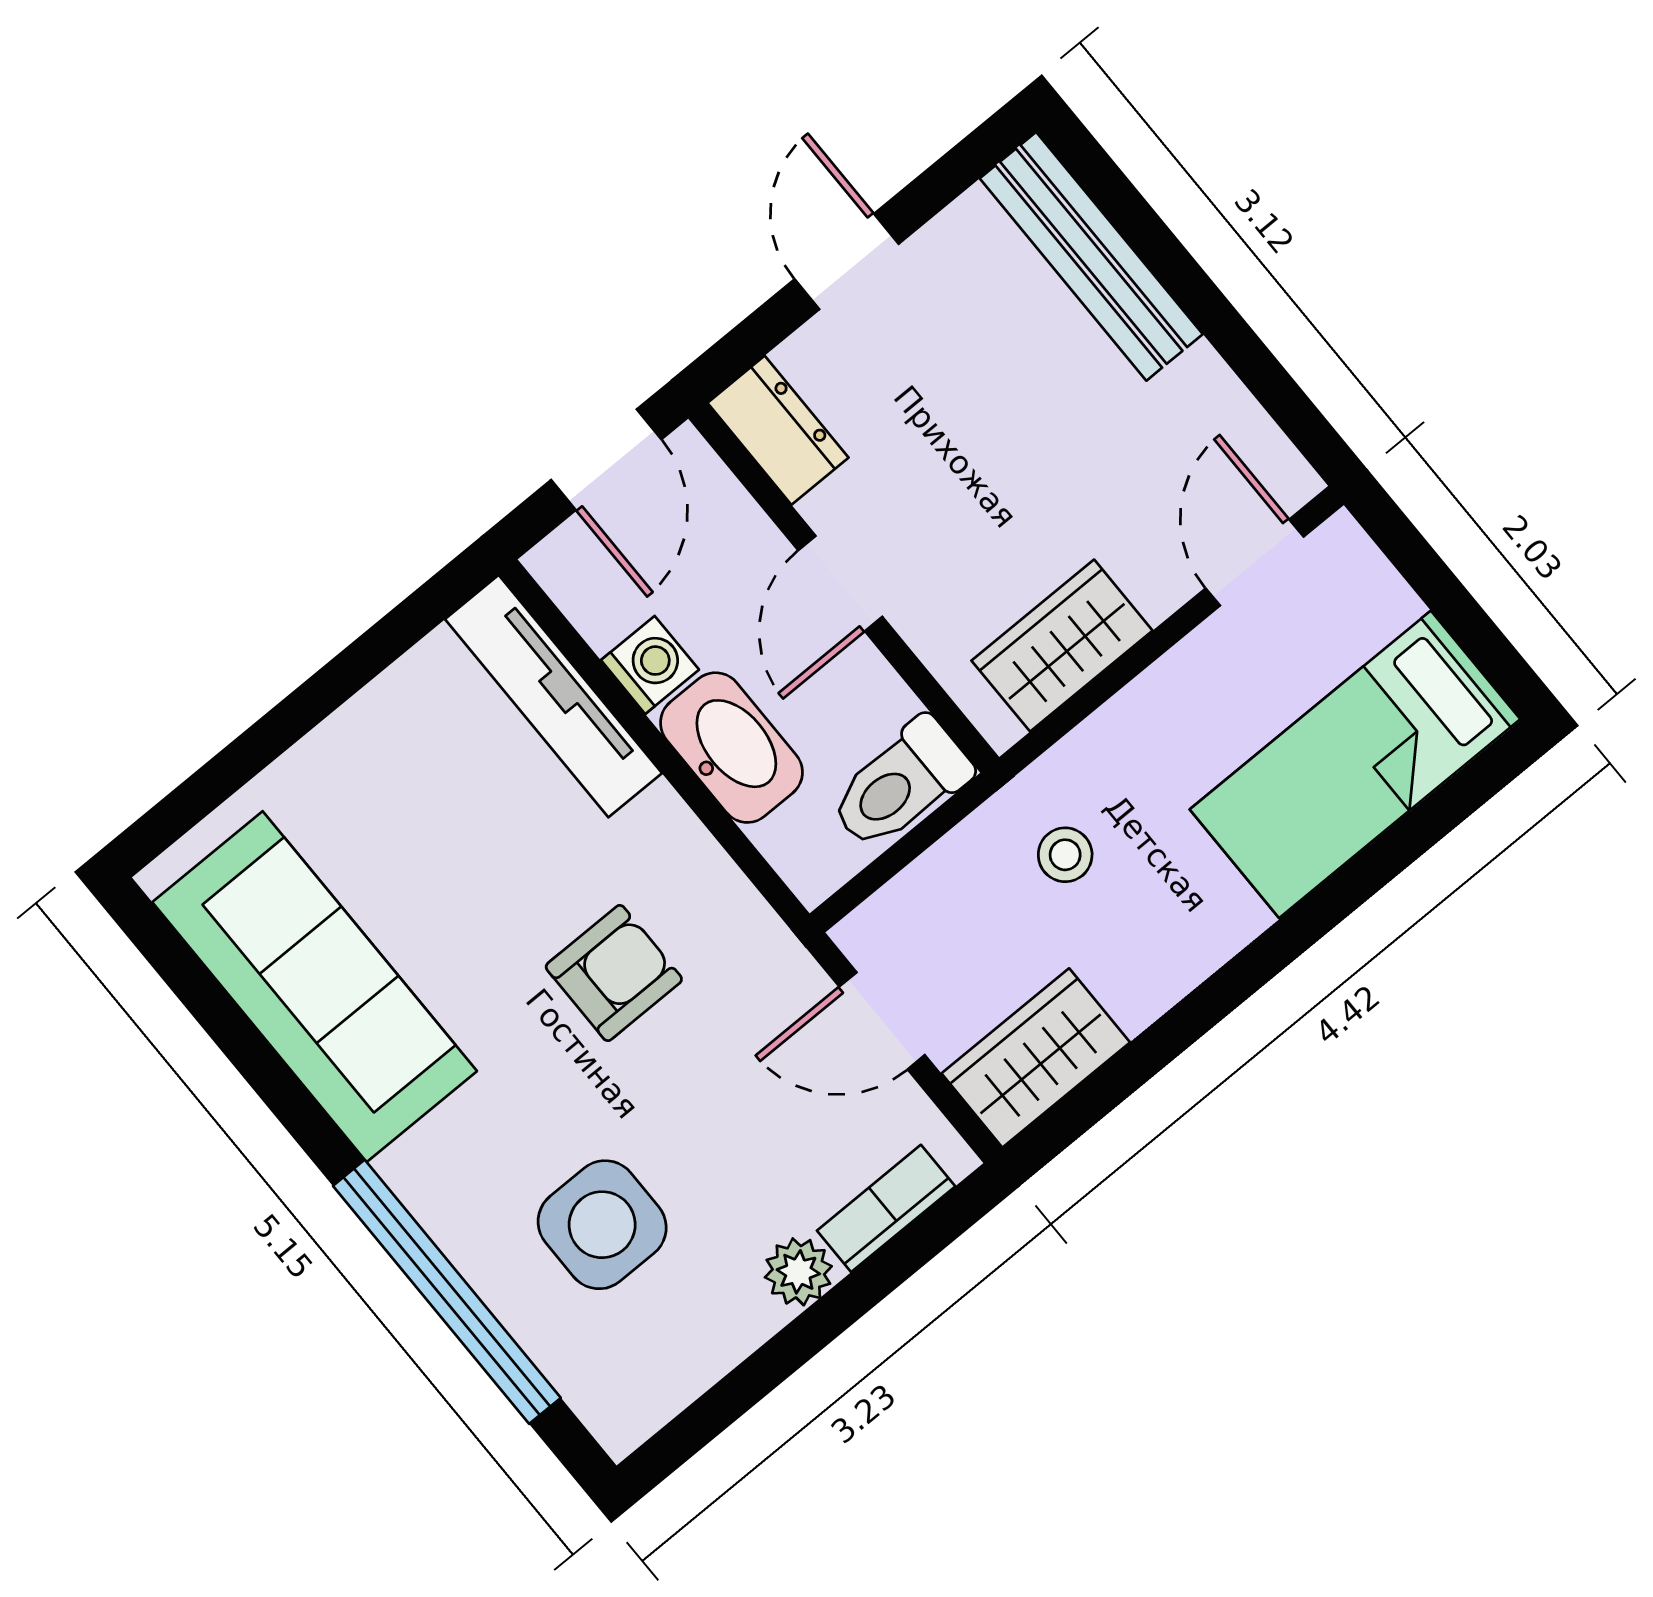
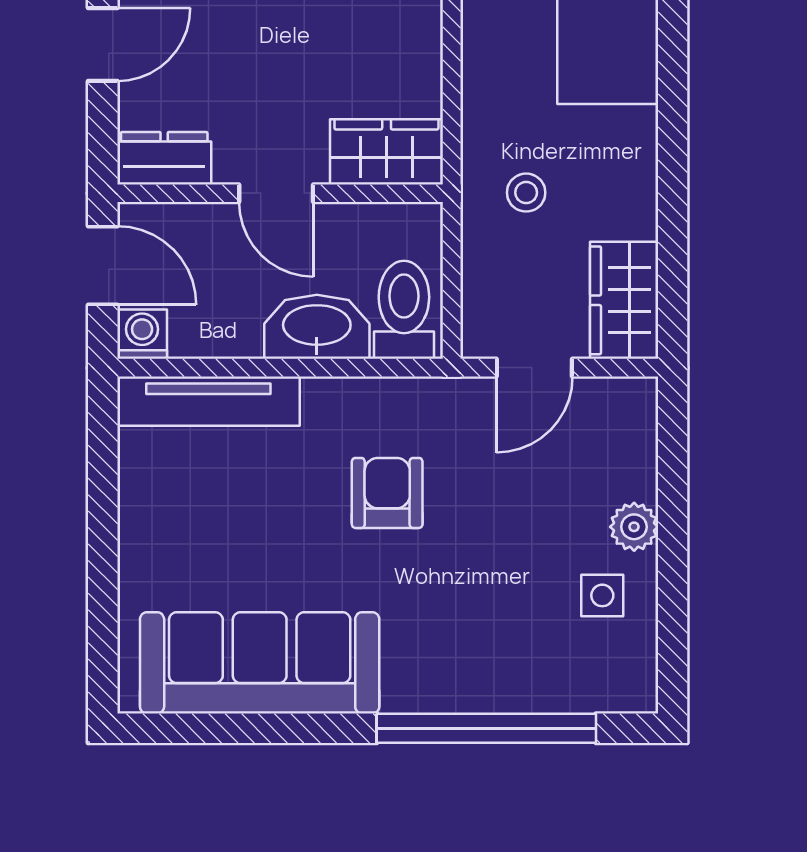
door: (847, 262) -> (103, 44), swing flipped
wardrobe: (1062, 646) -> (387, 152), moved, turned 90
washing machine: (650, 665) -> (142, 334), moved
toilet: (900, 784) -> (404, 310), moved, turned 180
bookcase: (886, 1208) -> (639, 450), removed
side table: (602, 1225) -> (602, 595), moved, width x0.54, depth x0.54

